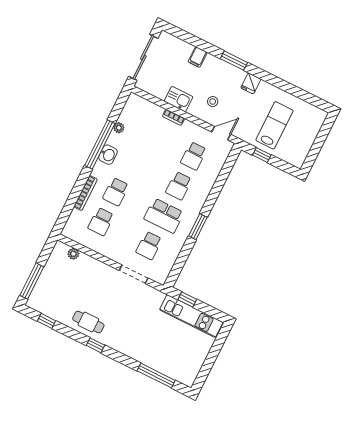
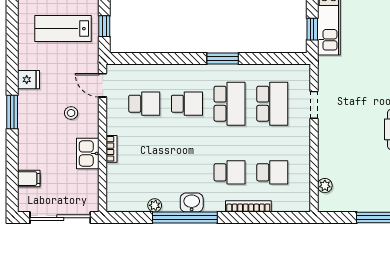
filing cabinet: (198, 57) -> (29, 179), moved
school desk: (149, 246) -> (272, 104), width x1.85
doorway: (134, 274) -> (314, 105), width x0.73

